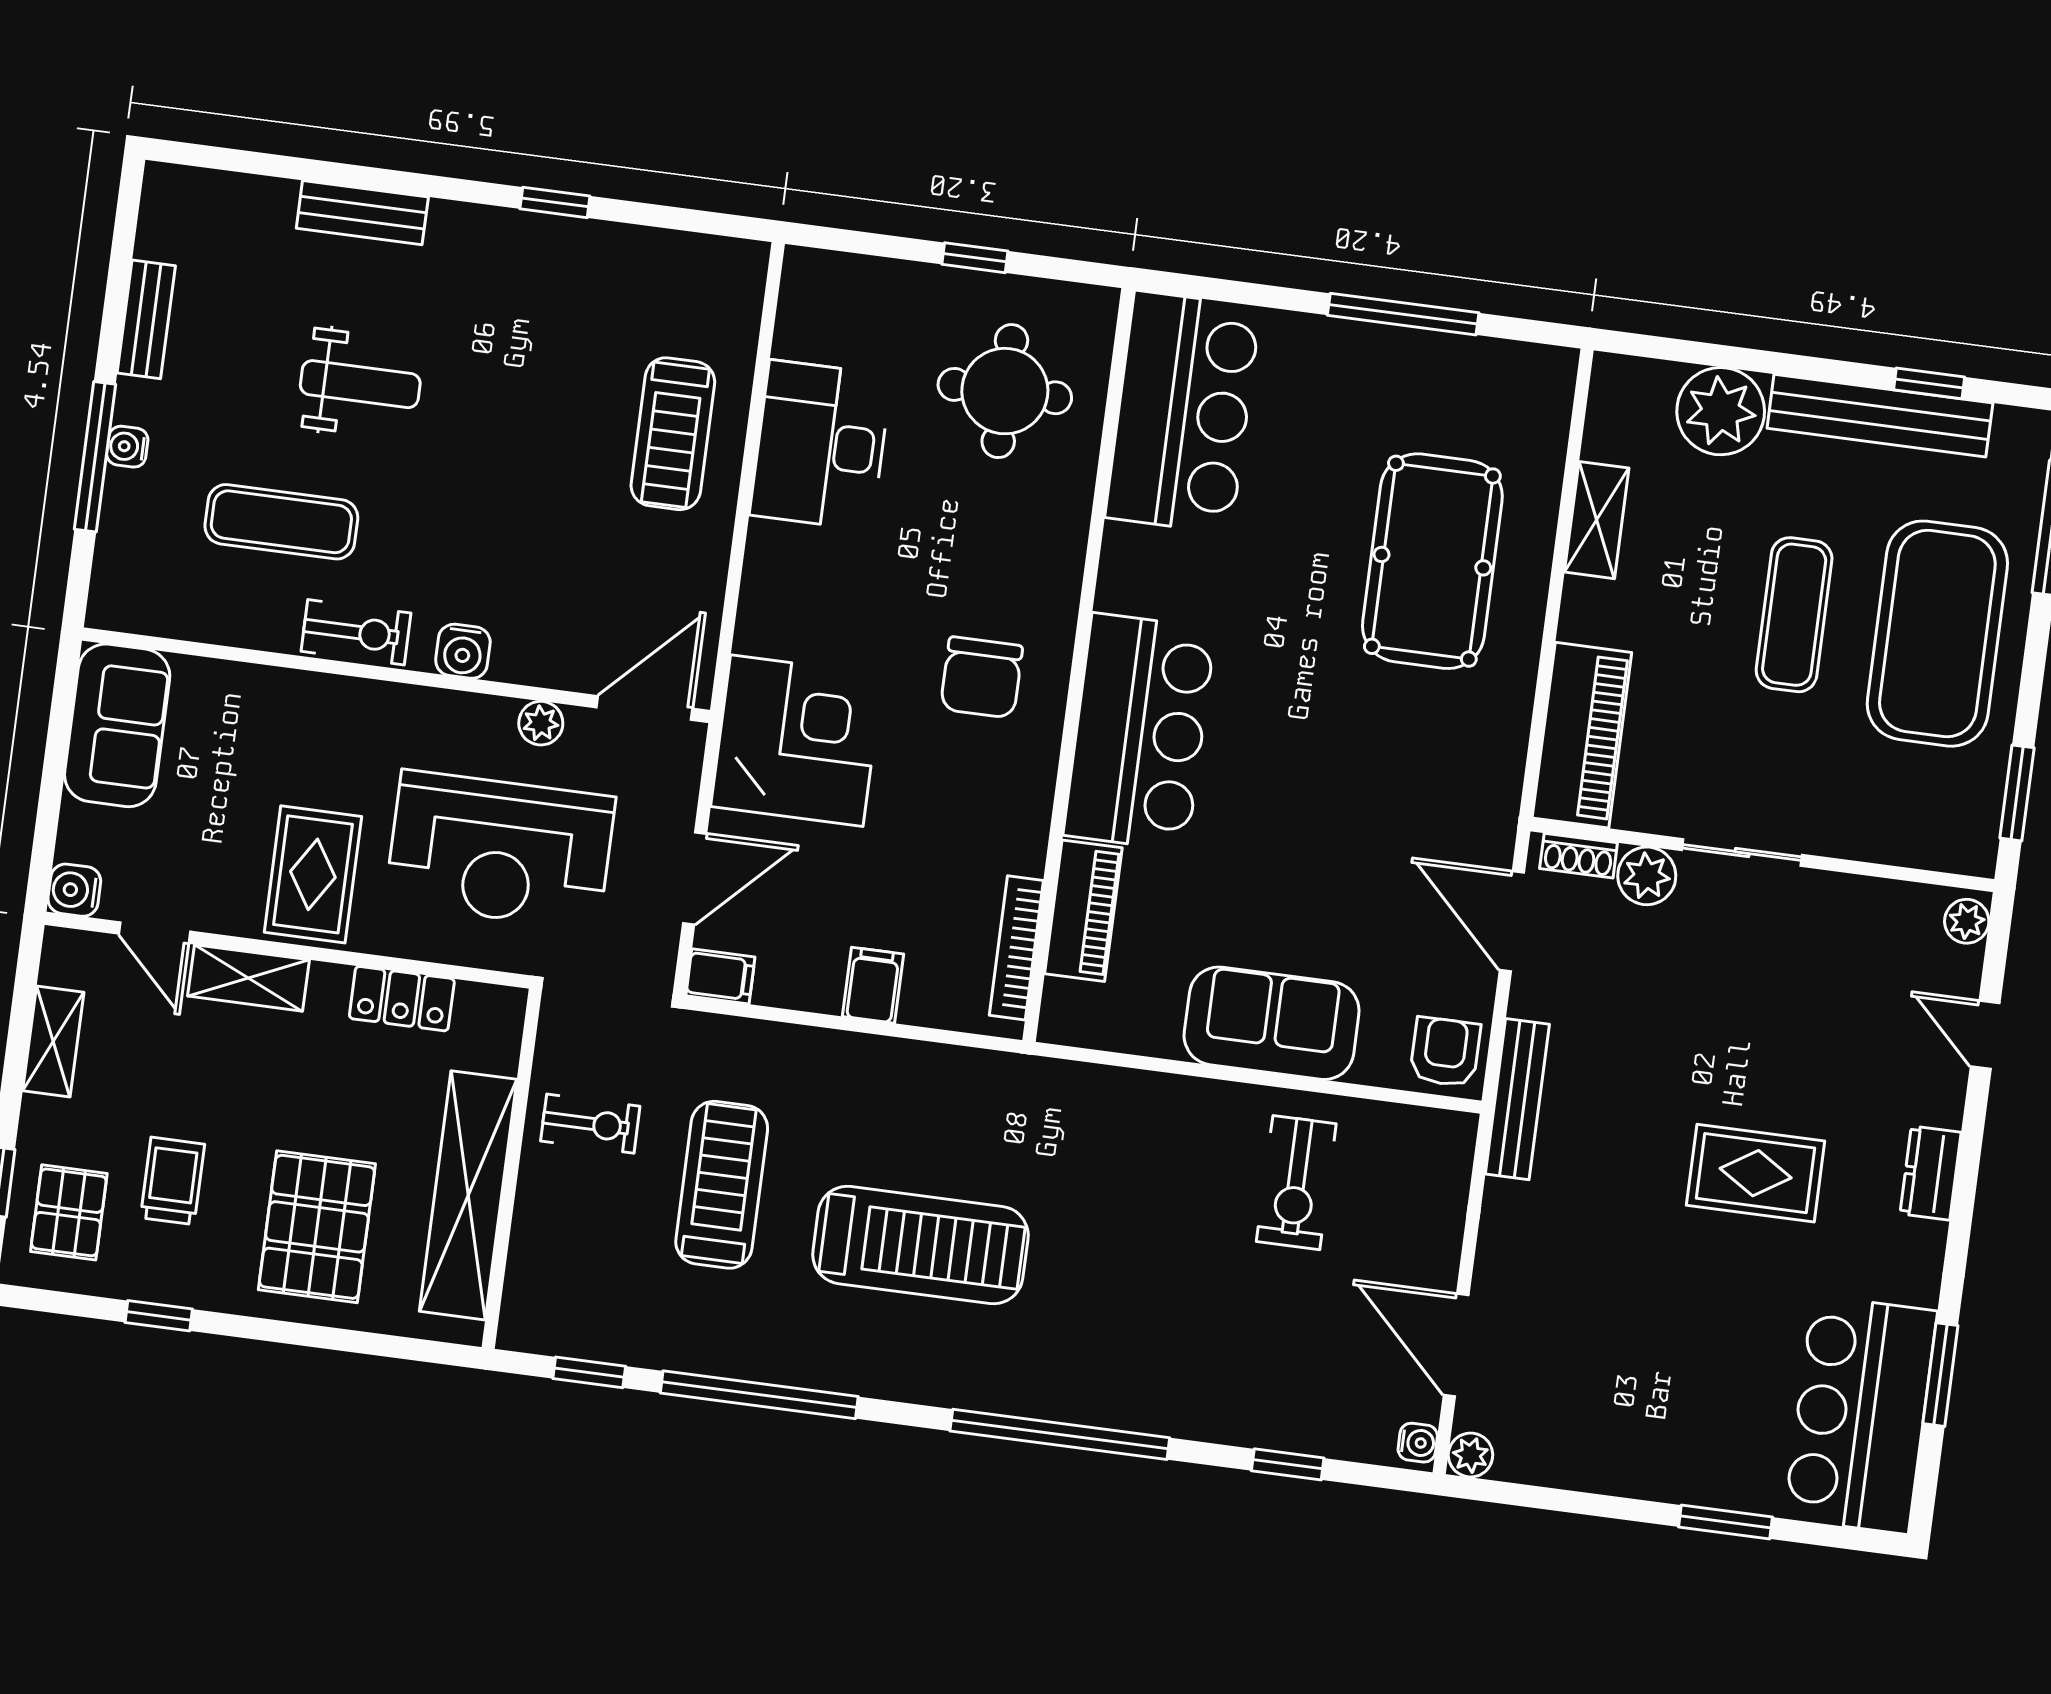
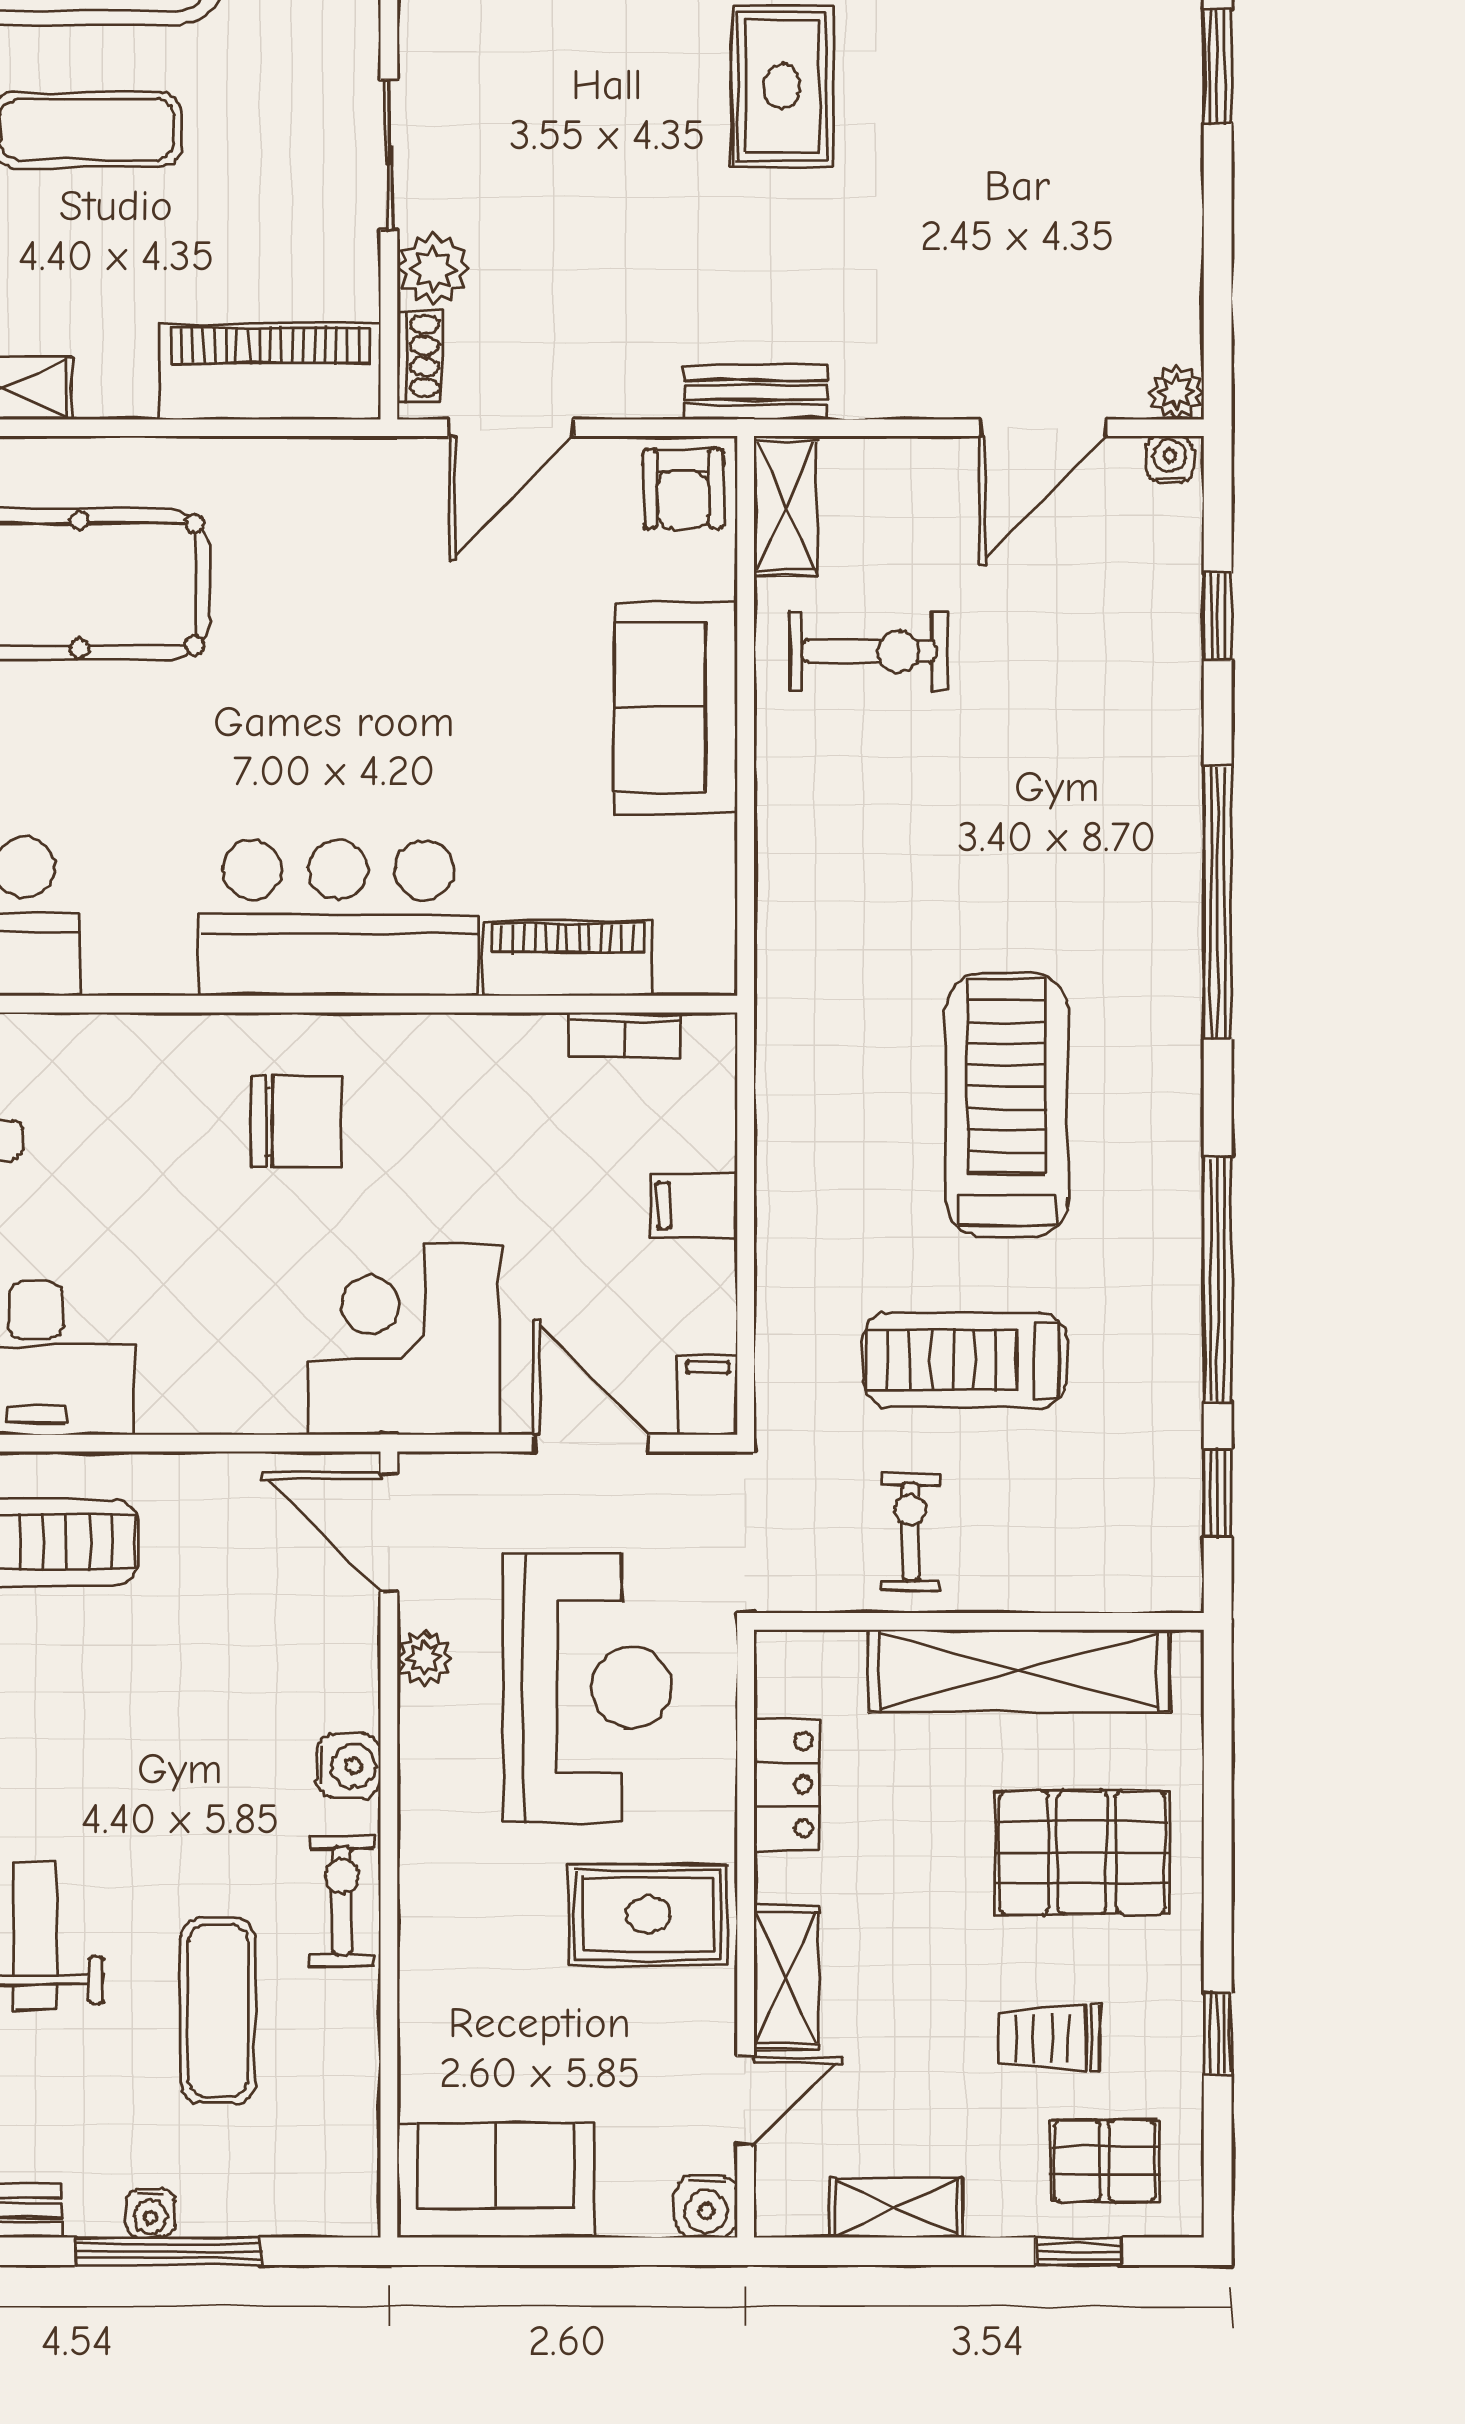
bookcase: (1016, 948) -> (624, 1035), width x0.64
armchair: (1445, 1052) -> (683, 489), turned -90
bench: (1517, 1099) -> (756, 392), width x0.73
shelving: (1421, 1132) -> (785, 506), added

